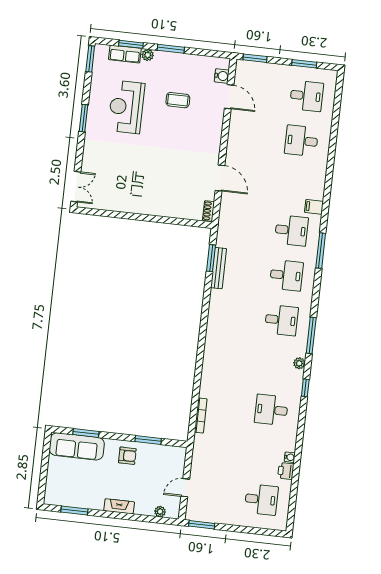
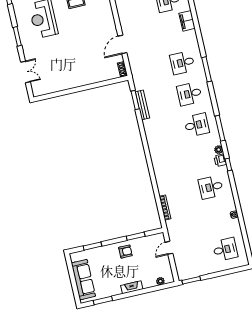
door: (220, 178) -> (122, 44), swing flipped
double door: (76, 187) -> (25, 72), moved
filing cabinet: (314, 207) -> (187, 21), moved, width x2.00
desk: (291, 230) -> (182, 63), turned 180
desk: (286, 275) -> (189, 94), turned 180
sofa: (77, 446) -> (83, 280), moved, turned -90
printer: (286, 471) -> (220, 160), moved
door: (185, 488) -> (169, 248), moved

